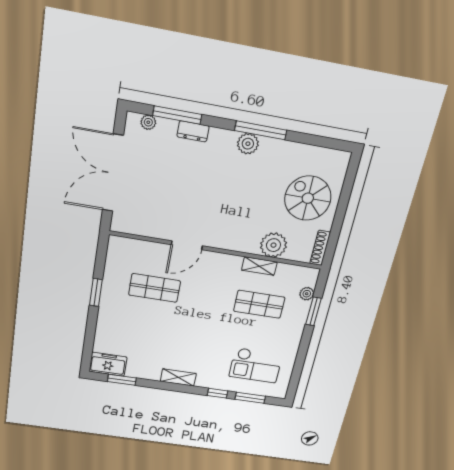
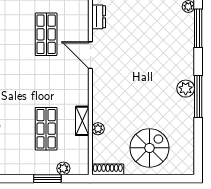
dresser: (193, 131) -> (99, 17), moved, turned 180
plant: (273, 245) -> (98, 129), width x0.53, depth x0.53

